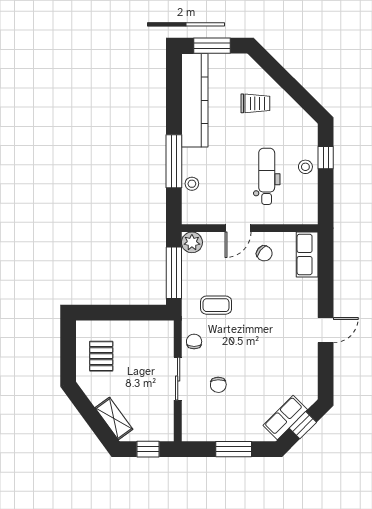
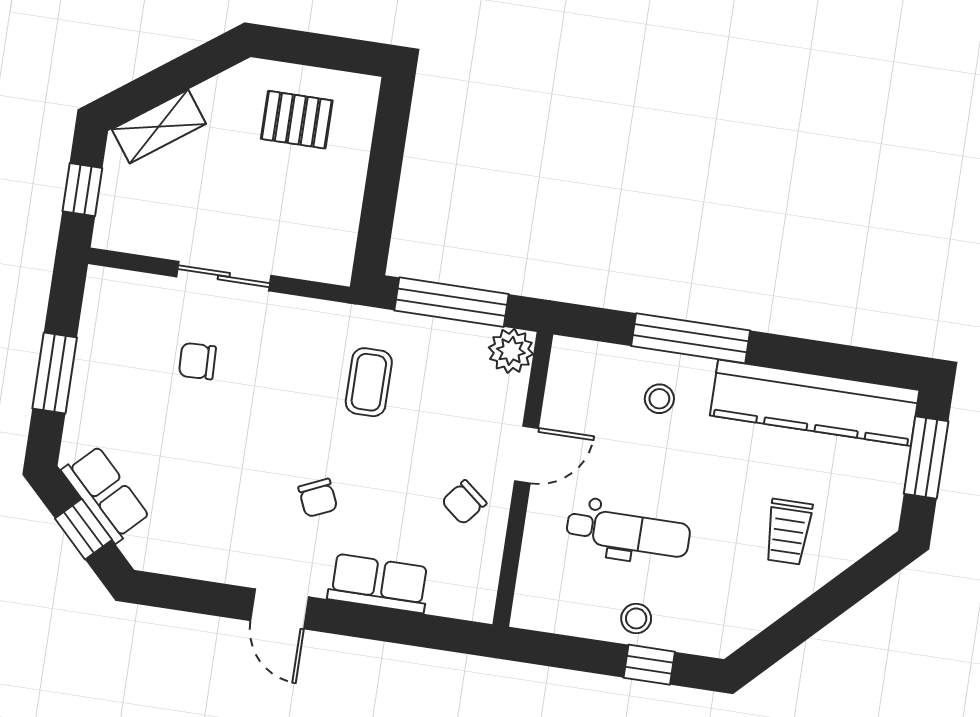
stool: (192, 184) -> (659, 399), moved
door: (238, 228) -> (527, 454), swing flipped
row of seats: (307, 254) -> (379, 583), moved
chair: (194, 341) -> (318, 498), moved, turned 66

